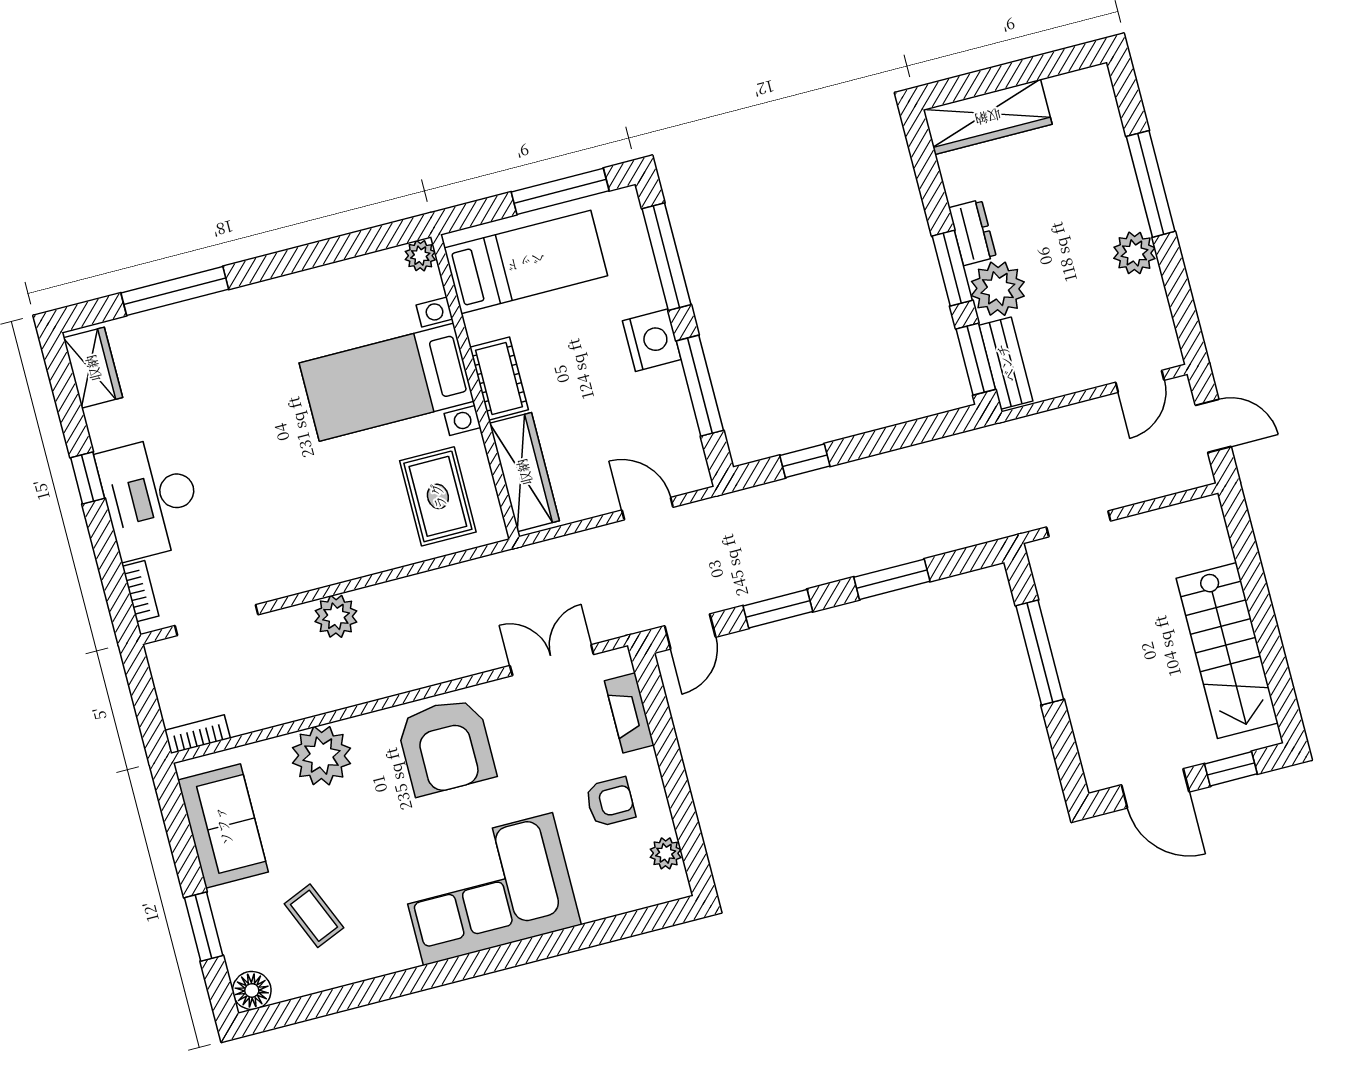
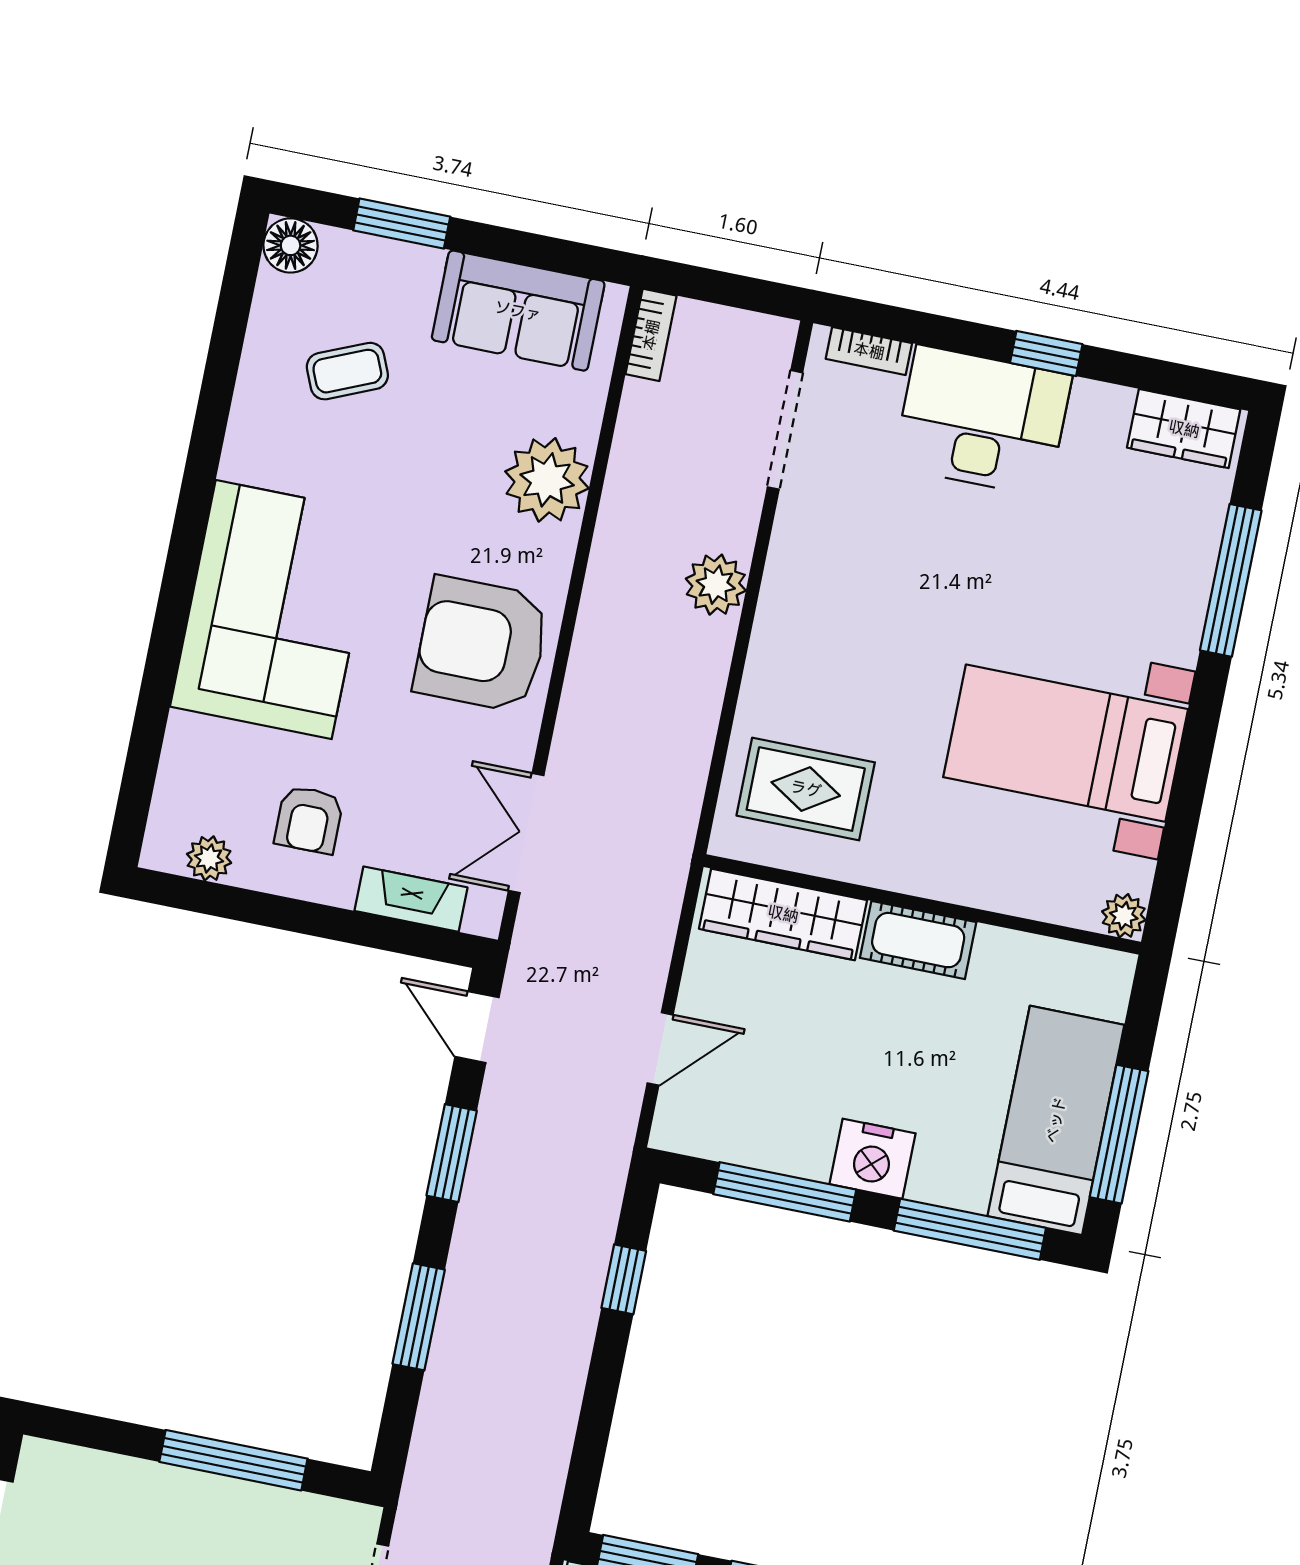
bed: (526, 262) -> (1056, 1120), moved, turned 180
bed with nightstands: (387, 382) -> (1066, 743), moved, turned -90
double door: (552, 660) -> (526, 833), swing flipped

